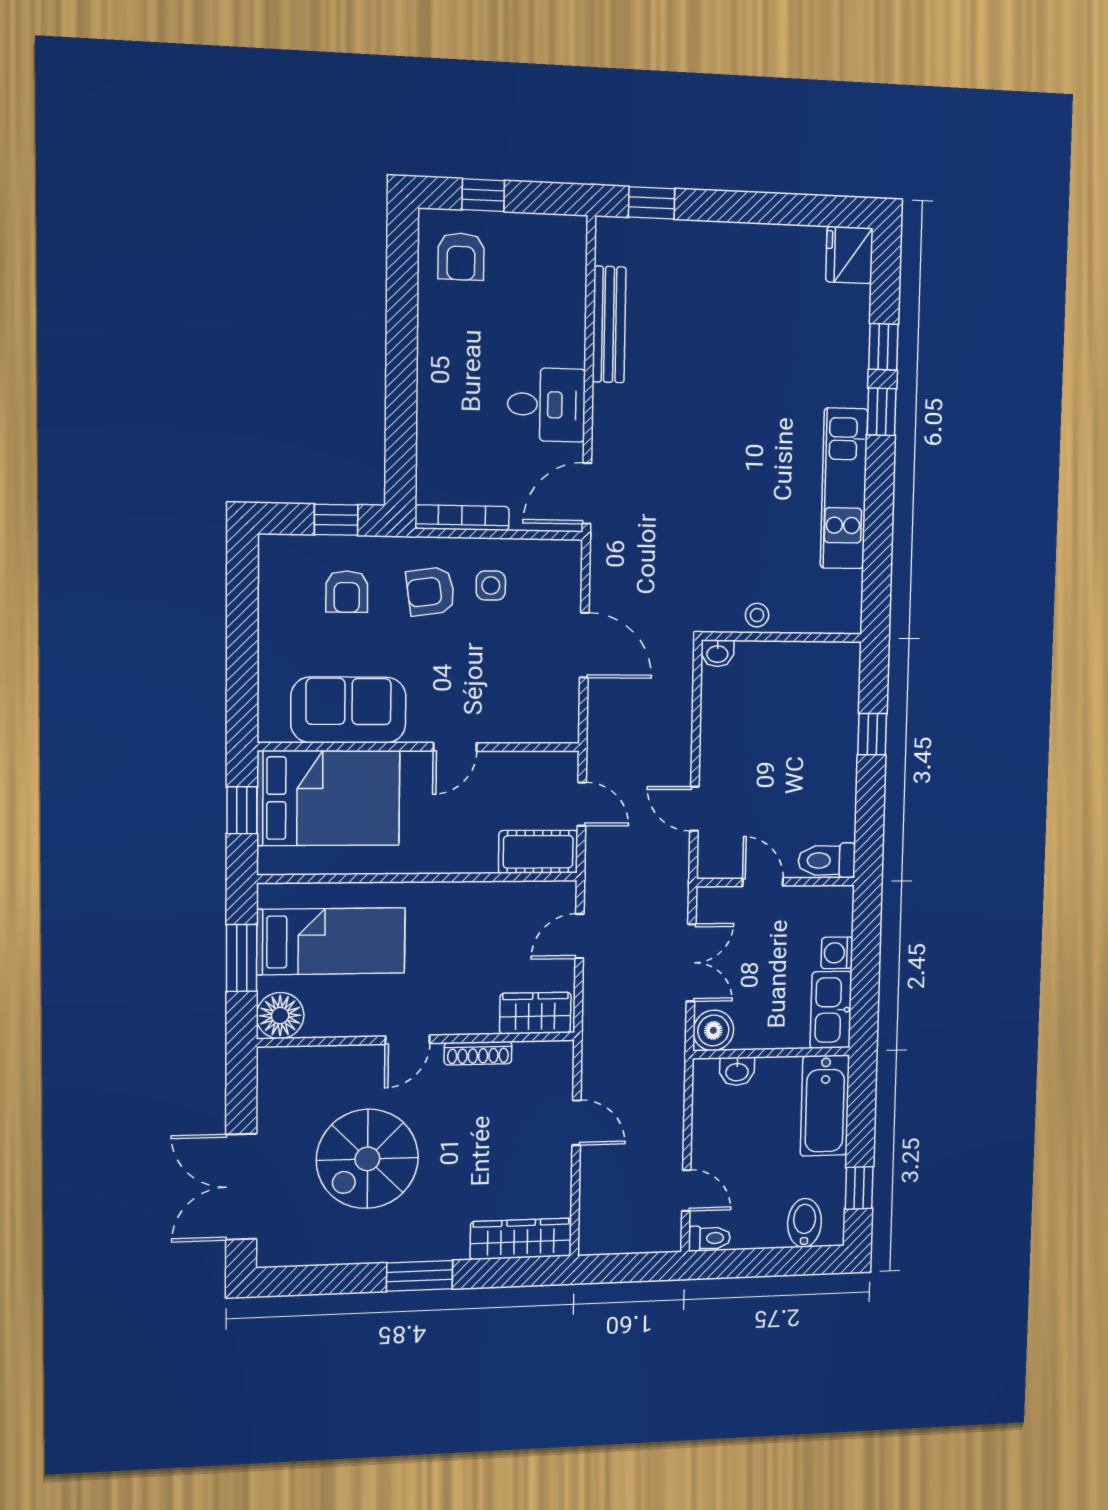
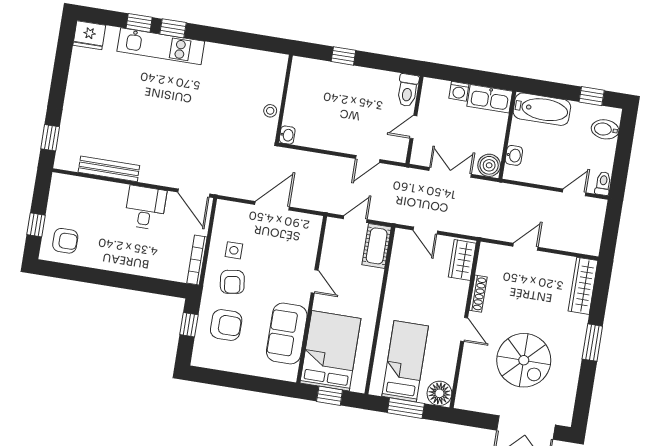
kitchen unit: (844, 489) -> (161, 46), moved
armchair: (347, 592) -> (226, 325), width x1.38, depth x1.38

